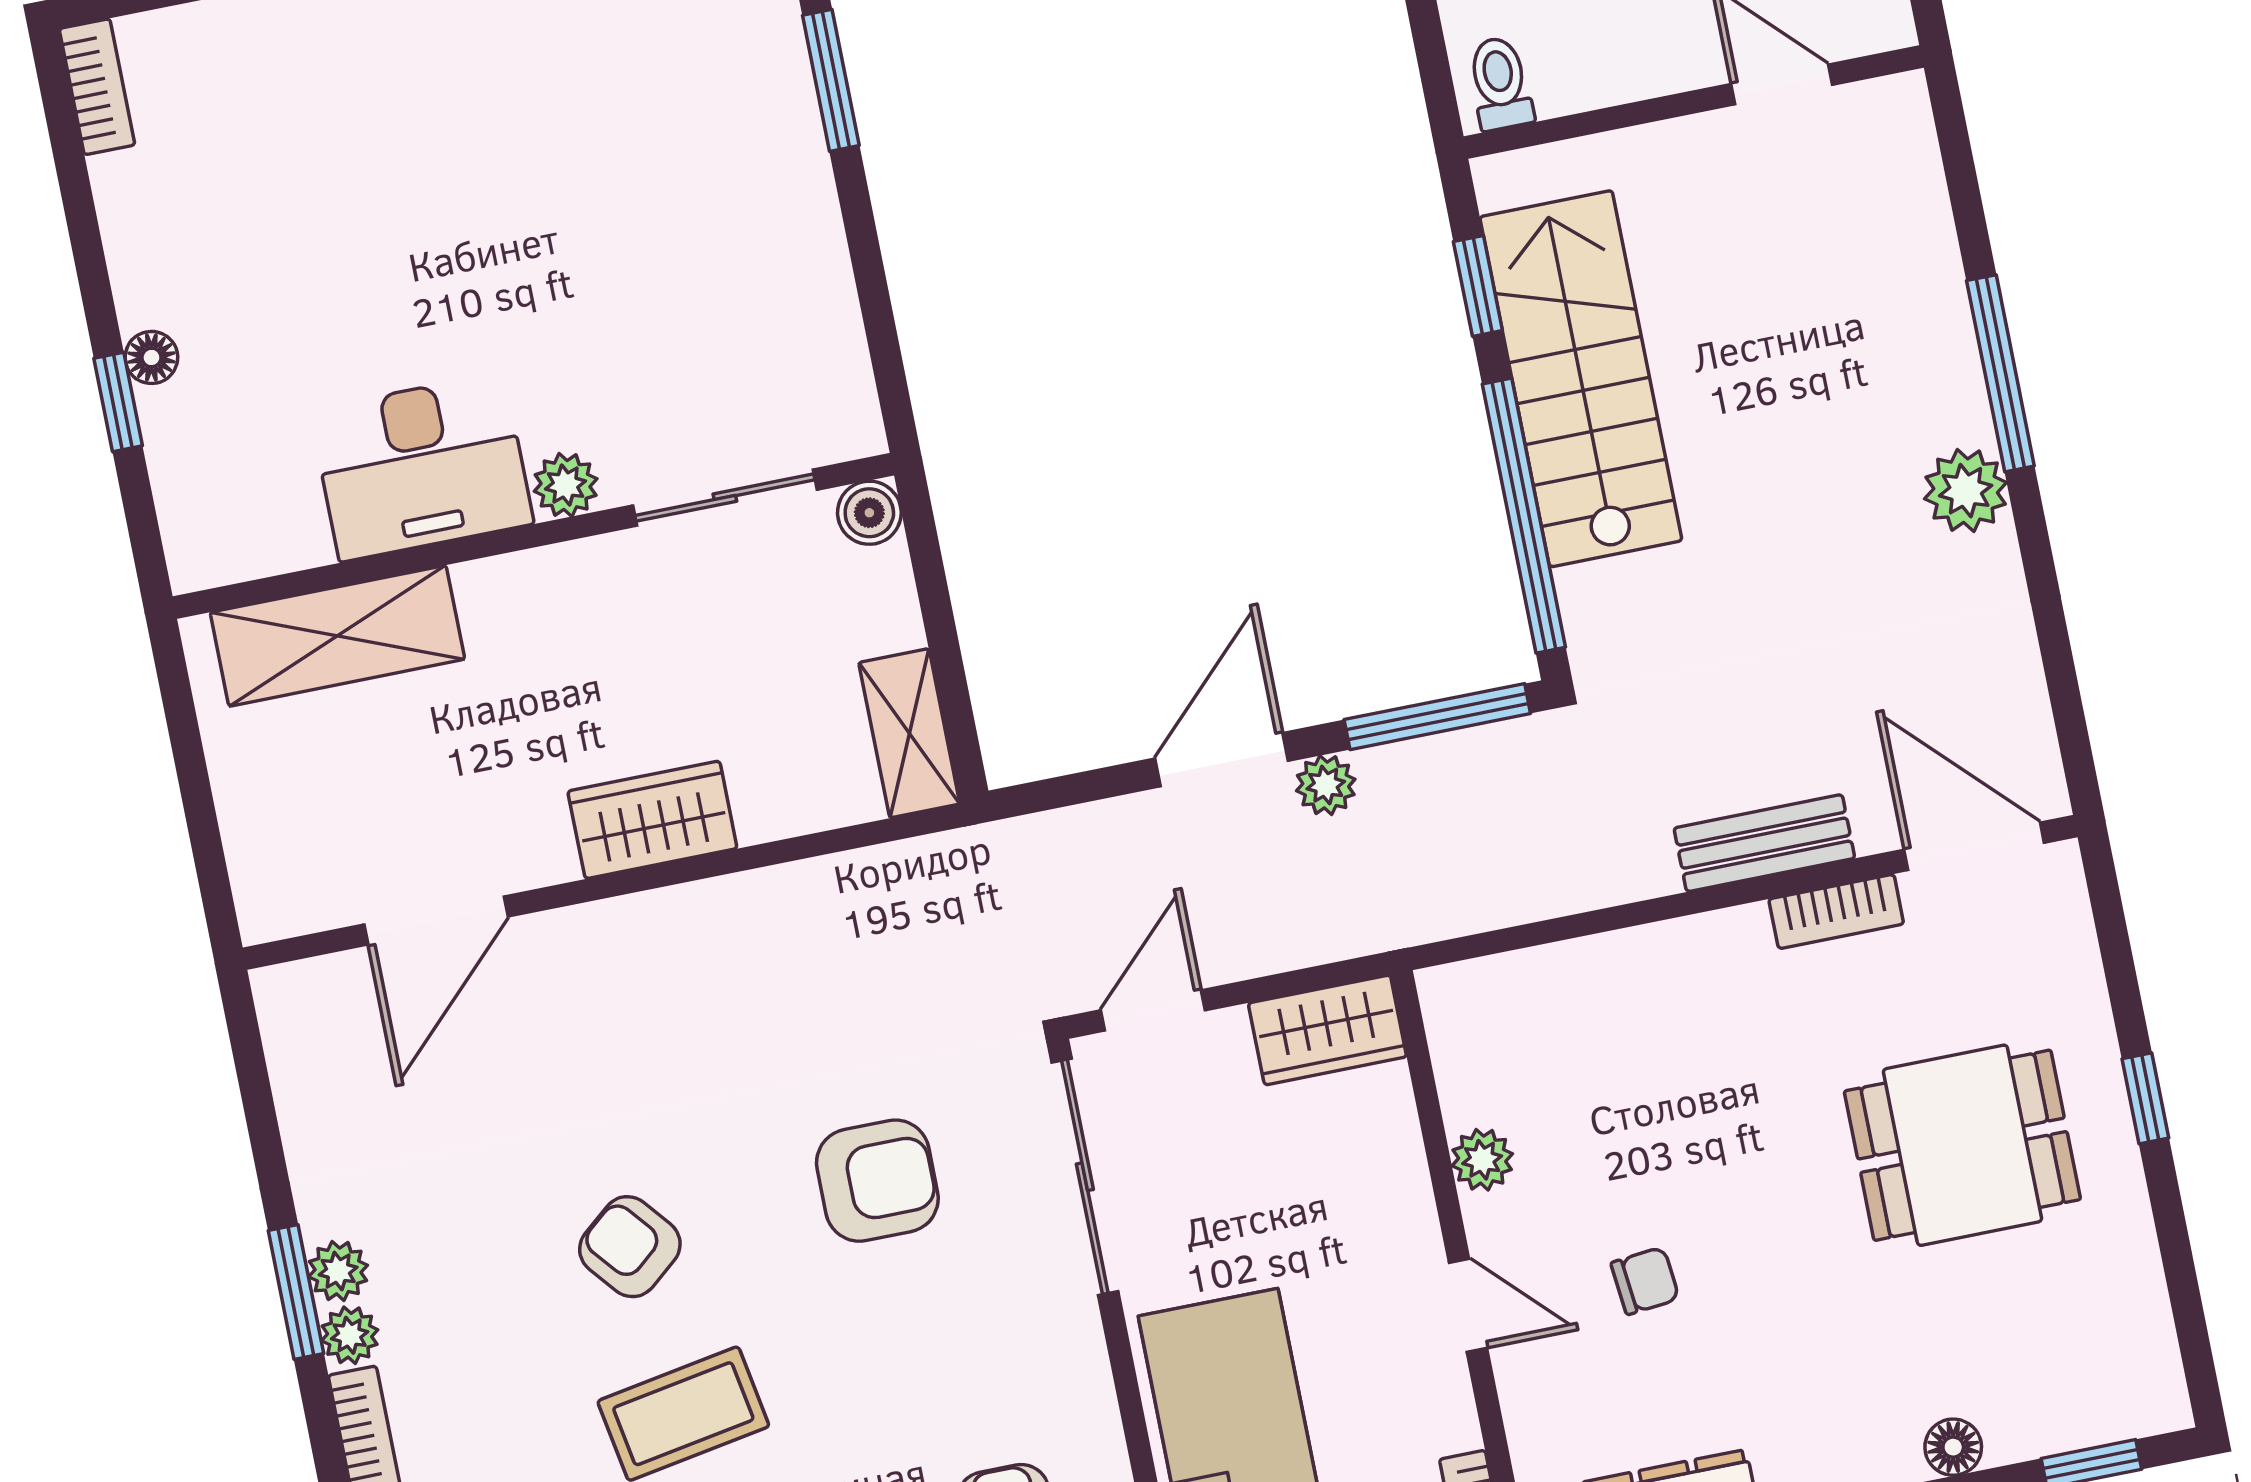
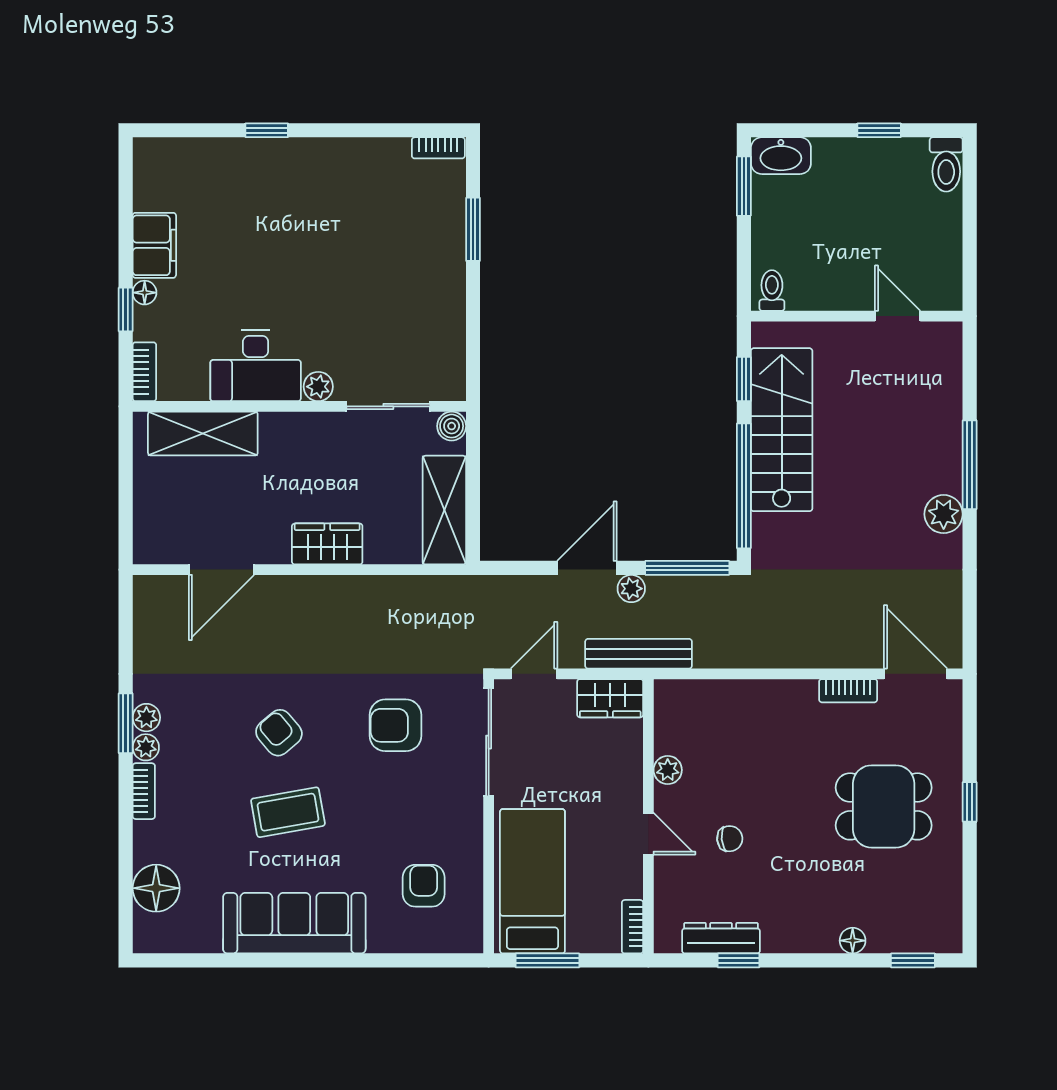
bookcase: (97, 87) -> (144, 372), moved
filing cabinet: (152, 252) -> (154, 245), added
shelving: (909, 733) -> (444, 510), width x1.50, depth x1.33
bench: (1764, 843) -> (639, 654), moved, width x1.36
armchair: (877, 1181) -> (396, 725), turned 180

